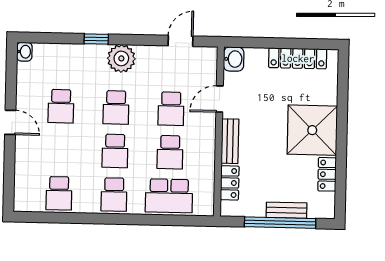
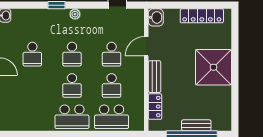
plant: (121, 58) -> (75, 14), width x0.53, depth x0.53
locker: (327, 174) -> (225, 99), removed
school desk: (59, 193) -> (32, 117), removed
school desk: (114, 195) -> (72, 117), width x1.85

